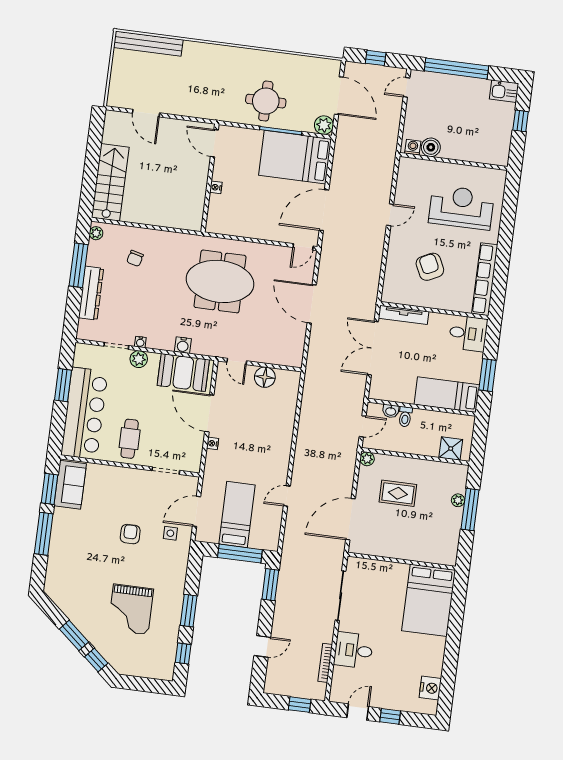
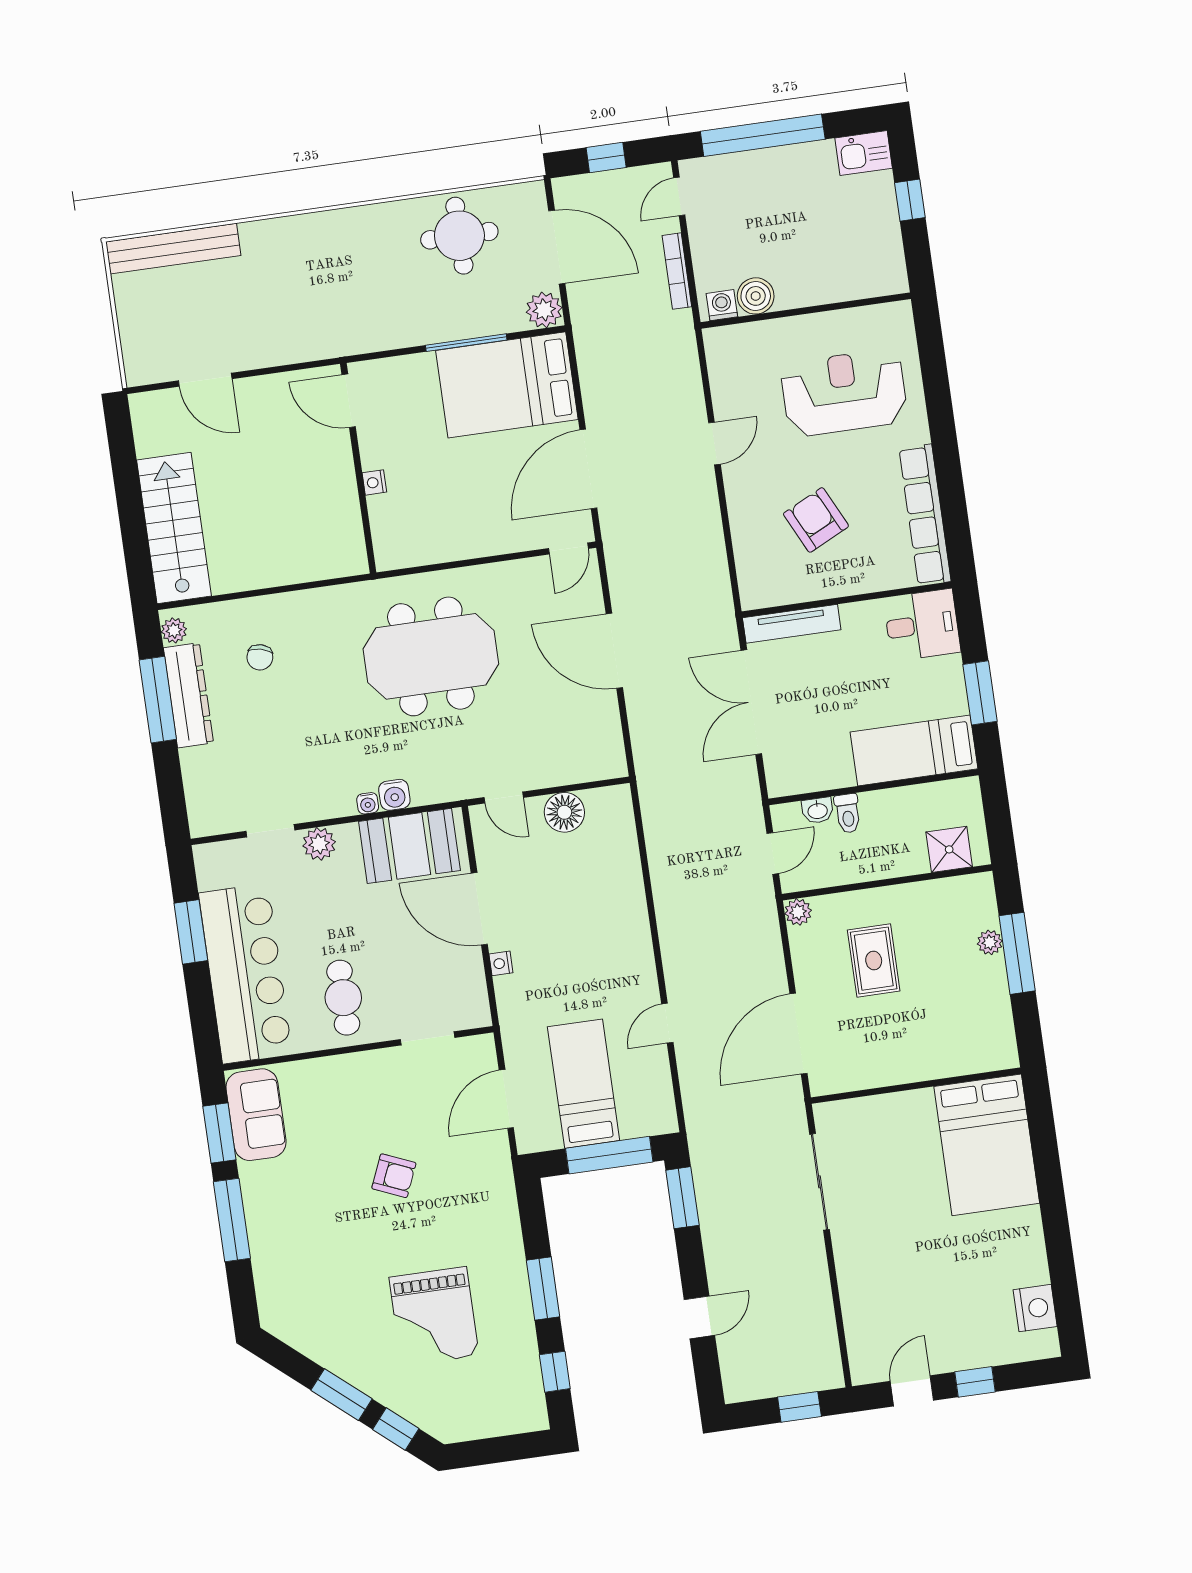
round table: (266, 101) -> (459, 236), moved
dresser: (91, 293) -> (188, 695), moved
water cooler: (140, 342) -> (368, 803), moved
rug: (398, 493) -> (874, 960), turned 90
side table: (170, 533) -> (469, 1153), removed
armchair: (130, 534) -> (394, 1176), turned 113
desk: (354, 650) -> (872, 1277), removed
bookcase: (325, 663) -> (677, 271), moved

